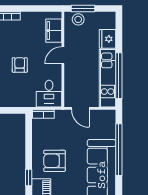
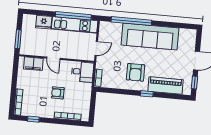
stool: (78, 19) -> (26, 44), removed

